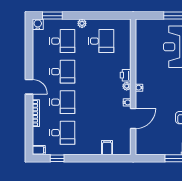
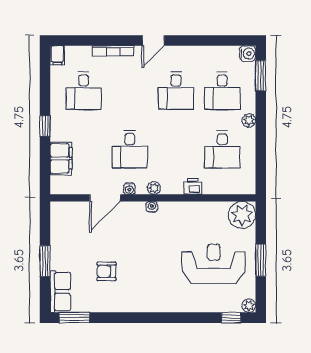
plant: (144, 28) -> (242, 215), added
printer: (126, 75) -> (193, 186), moved
desk: (62, 102) -> (130, 149), moved
door: (133, 119) -> (105, 198), hinge flipped
filing cabinet: (107, 148) -> (61, 158), width x2.00
window: (57, 158) -> (45, 126), moved

